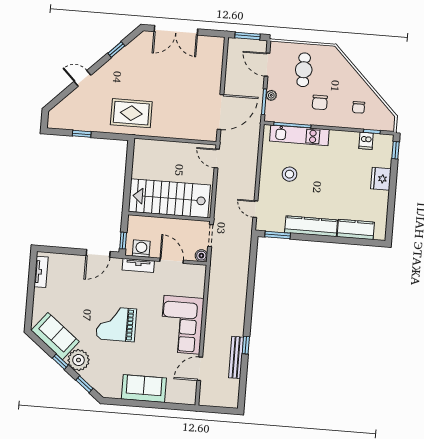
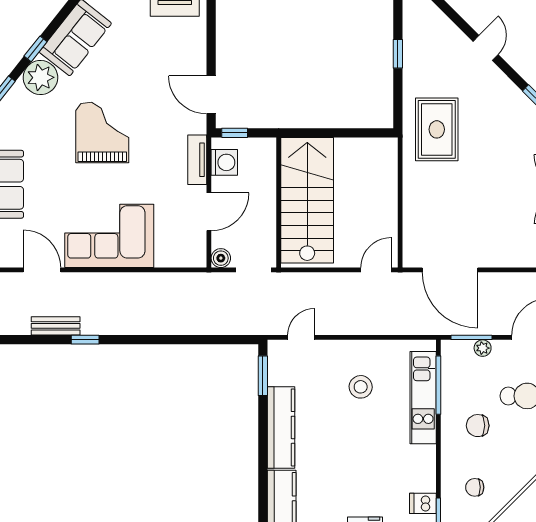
bench: (236, 357) -> (56, 326), width x0.73

